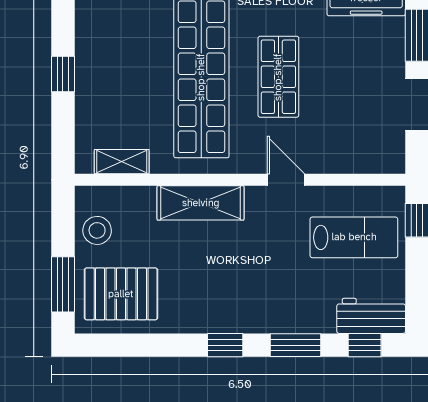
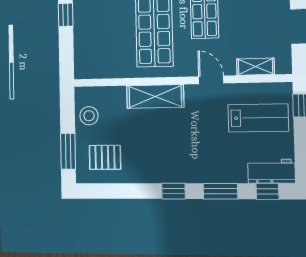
shelving: (122, 162) -> (256, 67), moved
pallet: (121, 294) -> (105, 157), width x0.67, depth x0.71

